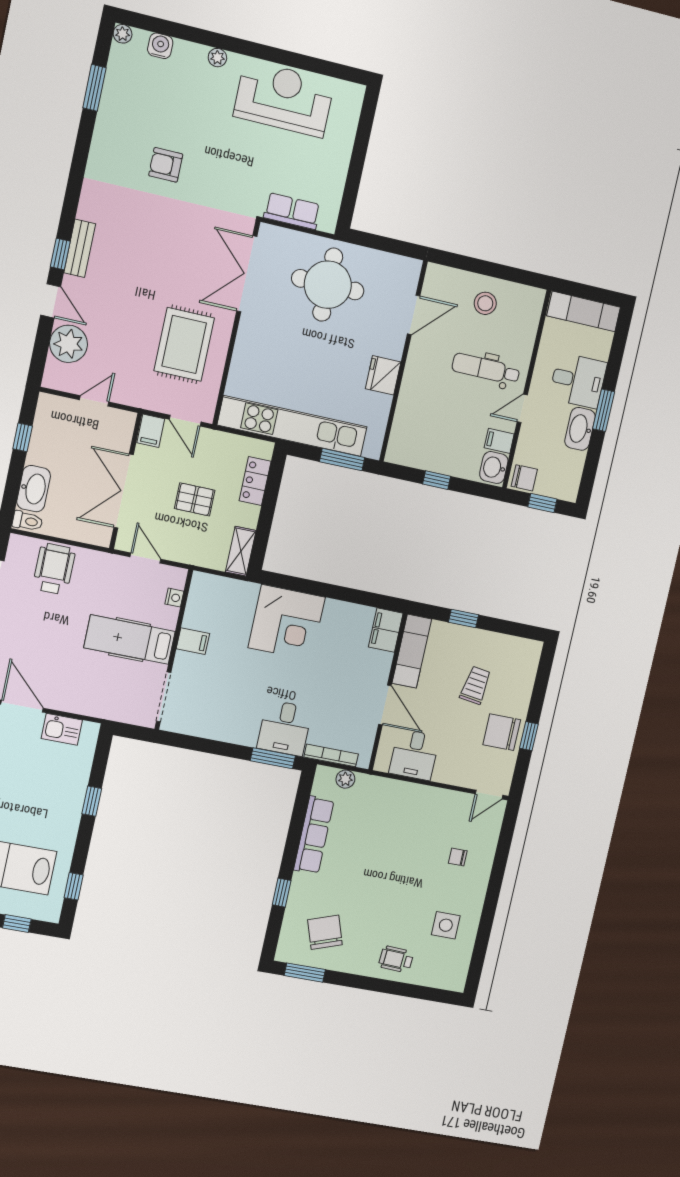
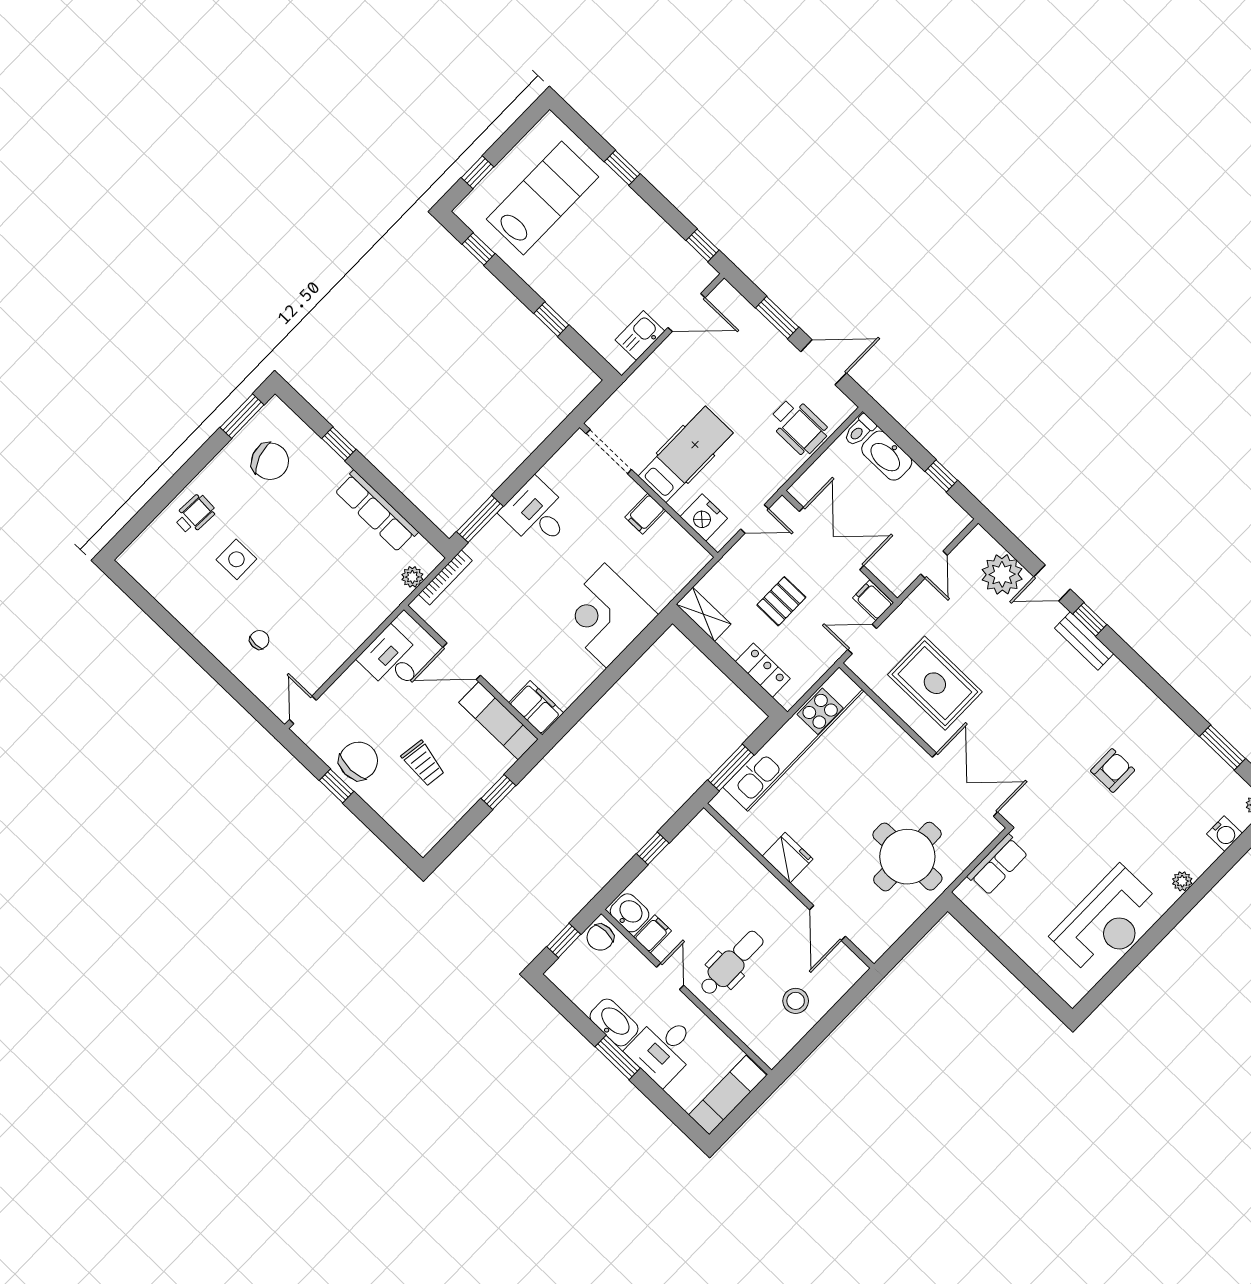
nightstand: (174, 598) -> (704, 518), width x1.89, depth x1.79
desk: (285, 728) -> (537, 514), moved
side table: (446, 925) -> (236, 559), moved

